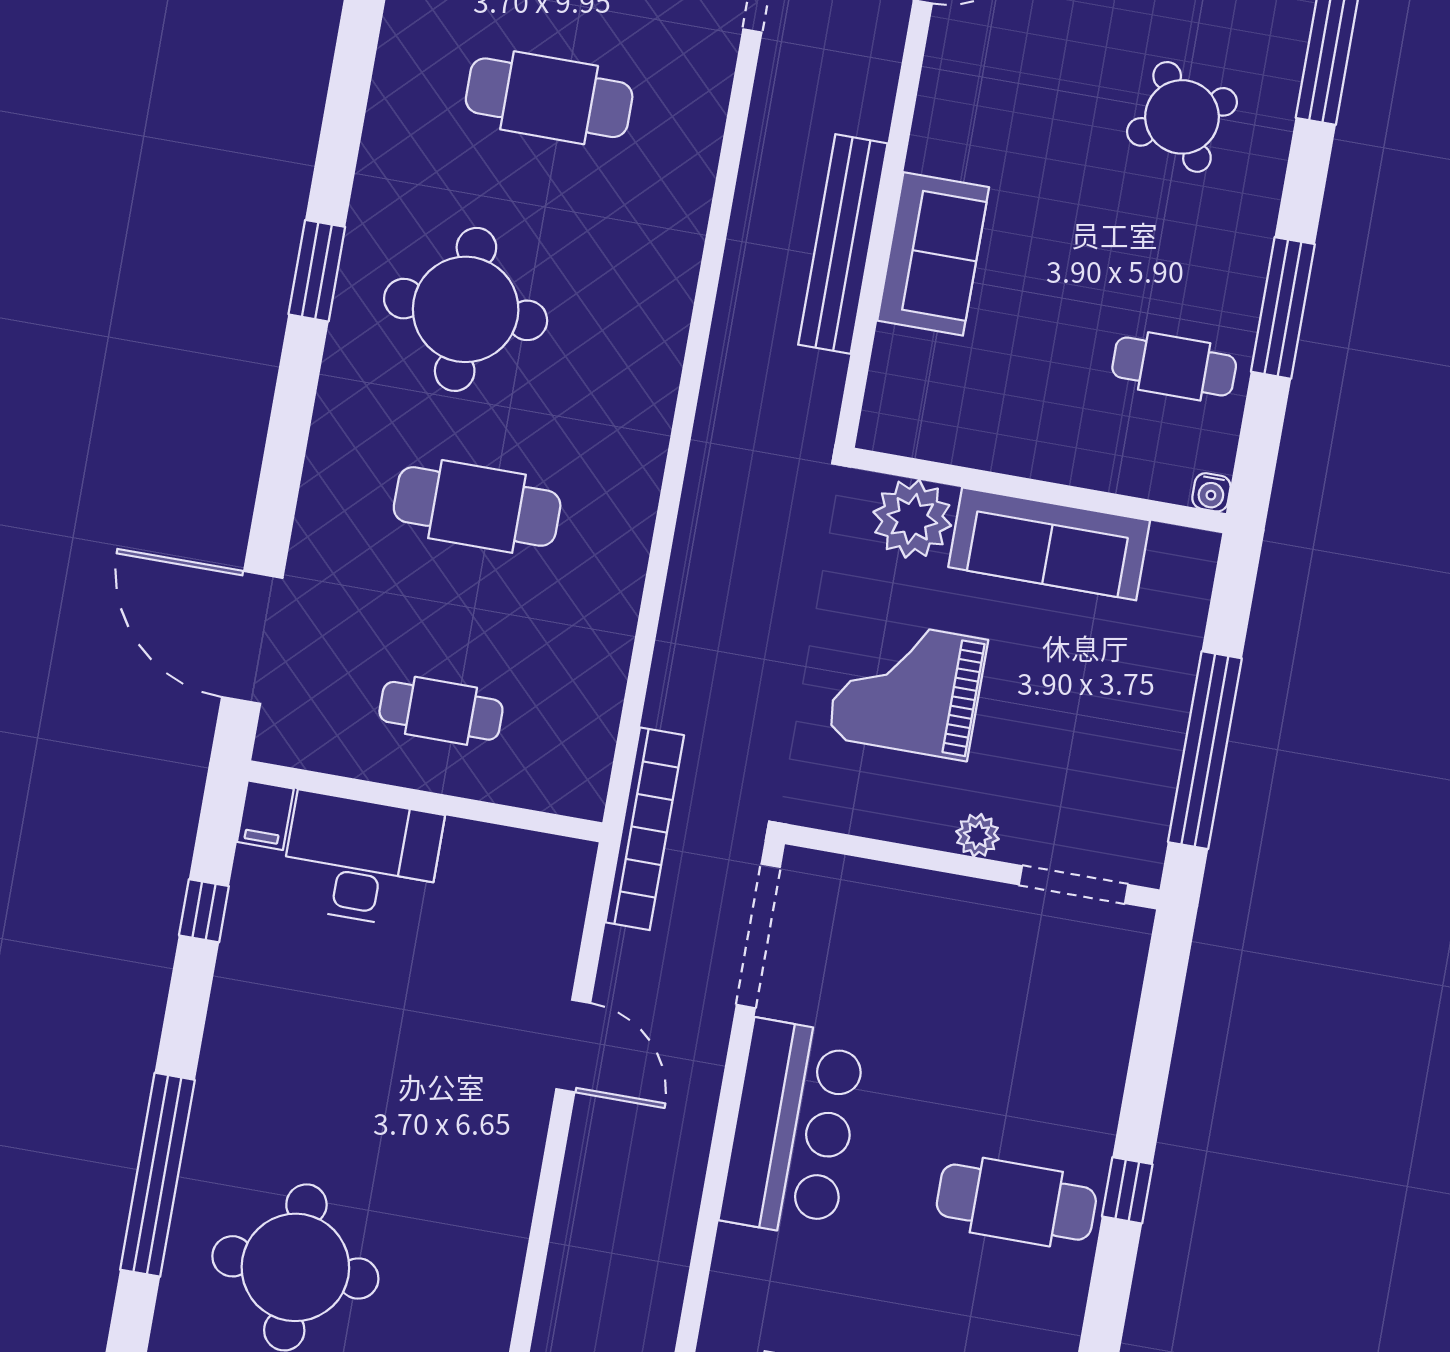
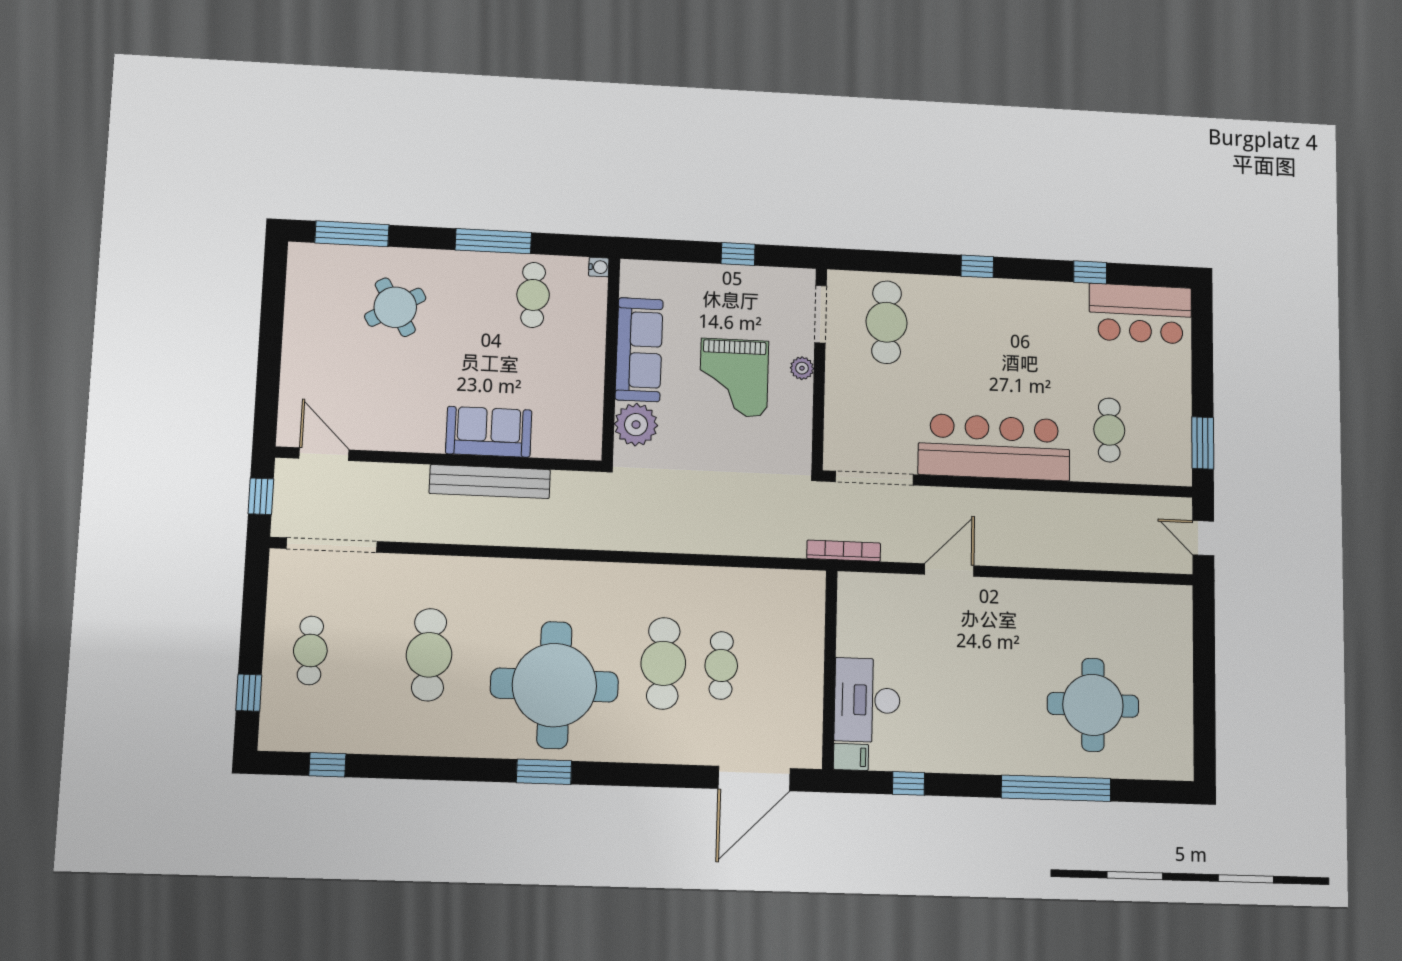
round table: (466, 309) -> (554, 685), width x1.36, depth x1.36
grand piano: (907, 688) -> (734, 378), moved
cafe table: (441, 711) -> (721, 665), moved
window: (1205, 750) -> (738, 254), width x0.32
bookcase: (645, 829) -> (844, 551), width x0.68, depth x0.76
bar counter: (793, 1129) -> (994, 447), width x1.36
cafe table: (1016, 1202) -> (887, 322), moved

